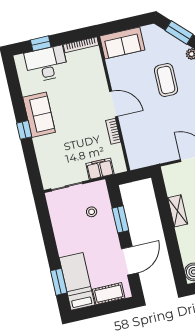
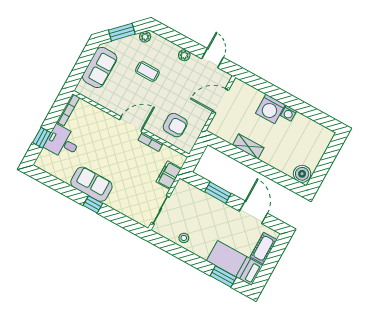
sofa: (122, 43) -> (100, 68), moved
desk: (46, 64) -> (62, 142), width x0.73
coffee table: (166, 80) -> (147, 72), width x0.73, depth x0.77
armchair: (144, 139) -> (175, 125), added
stool: (92, 212) -> (184, 238), moved

